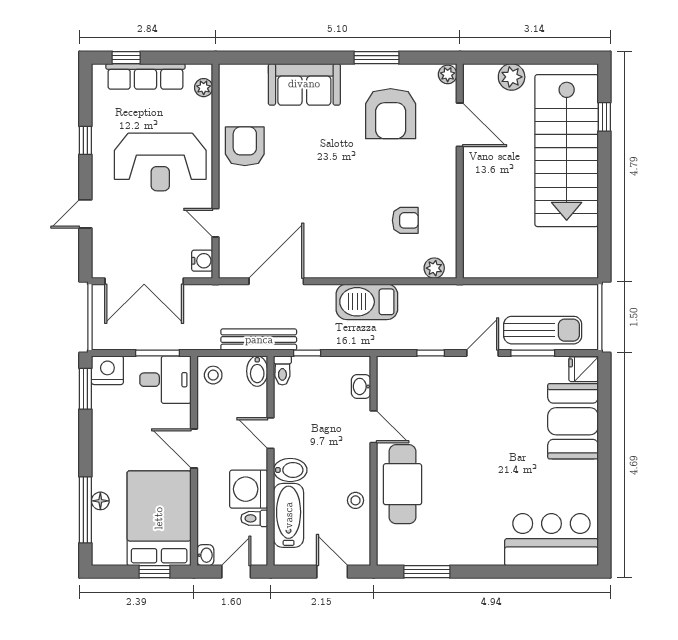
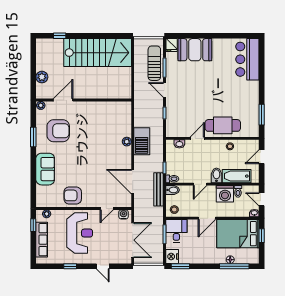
window: (126, 58) -> (33, 225), moved
stairs: (567, 151) -> (98, 53), moved
armchair: (405, 220) -> (106, 124), removed
plant: (434, 268) -> (127, 142), moved

